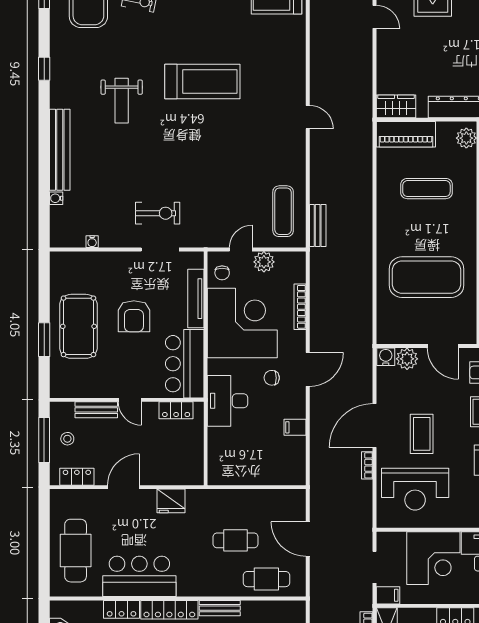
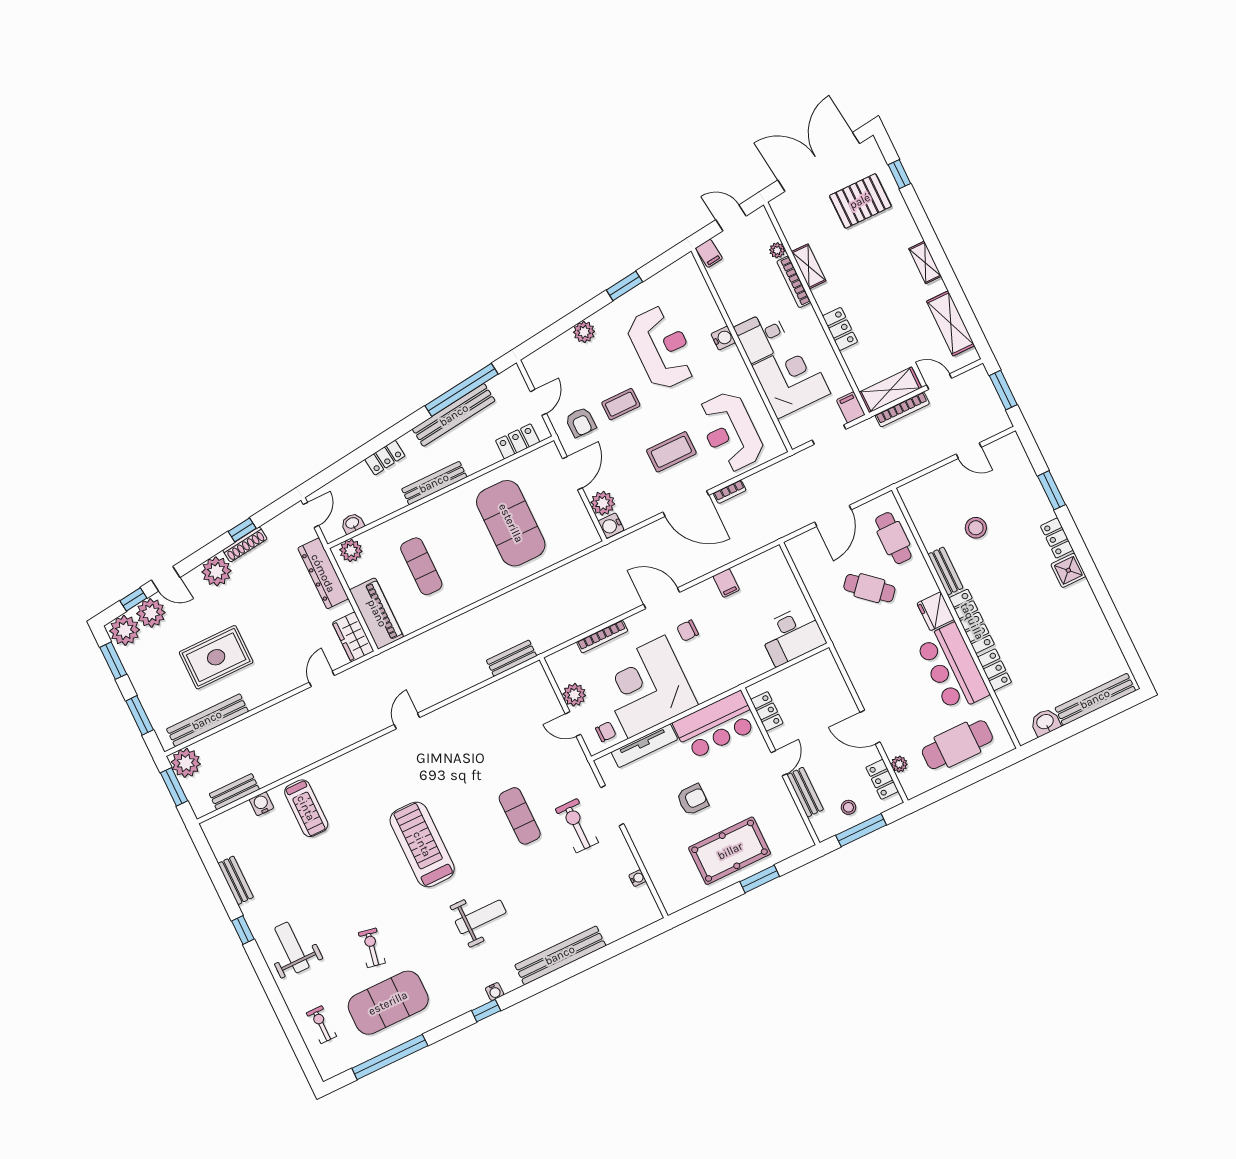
door: (375, 17) -> (322, 679), moved
water cooler: (56, 198) -> (495, 992), moved
exercise mat: (283, 211) -> (520, 816), moved, turned 90
armchair: (134, 316) -> (692, 800), width x0.72, depth x0.72
chair: (272, 378) -> (688, 631), turned 90
desk: (228, 401) -> (792, 635), moved
reception desk: (415, 489) -> (730, 432), turned 180
plant: (82, 496) -> (899, 764), added
fridge: (171, 501) -> (936, 611), moved, turned 180
cafe table: (236, 540) -> (869, 588), turned -49

